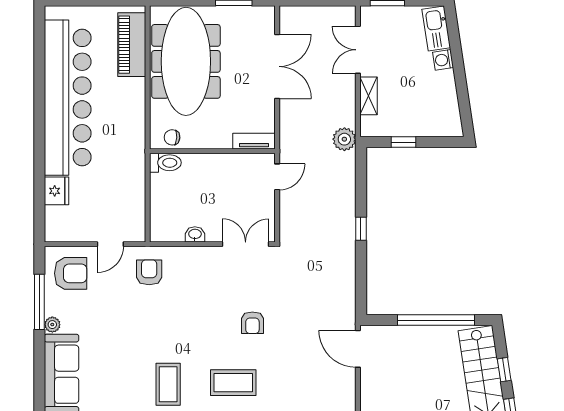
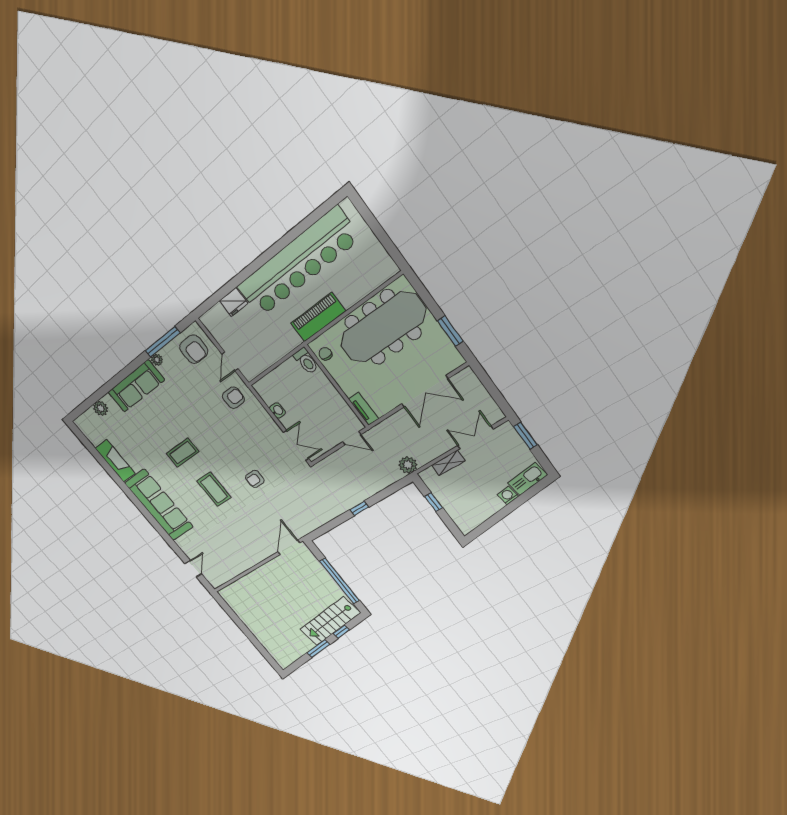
piano: (132, 45) -> (318, 317), moved
door: (110, 244) -> (230, 361), hinge flipped

